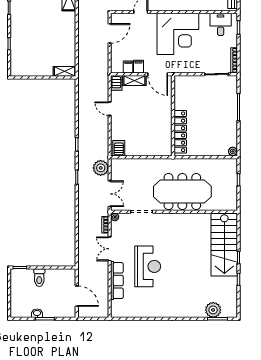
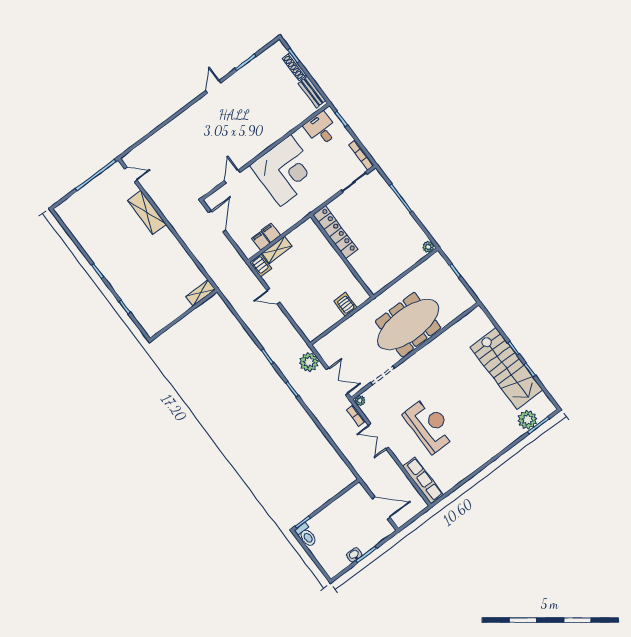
door: (158, 74) -> (296, 226), removed
locker: (180, 132) -> (335, 232), moved
server rack: (119, 148) -> (345, 304), moved
stairs: (224, 245) -> (507, 369), moved
toilet: (39, 278) -> (306, 535), moved
row of seats: (117, 281) -> (423, 480), moved

